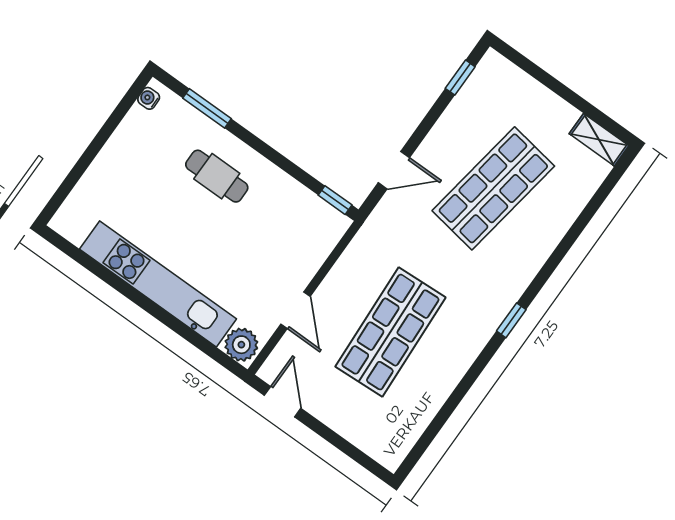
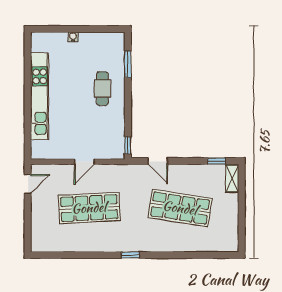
water cooler: (149, 98) -> (73, 37), moved
shelving: (599, 140) -> (232, 178), moved
door: (295, 310) -> (84, 162), moved
plant: (241, 345) -> (39, 149), removed

